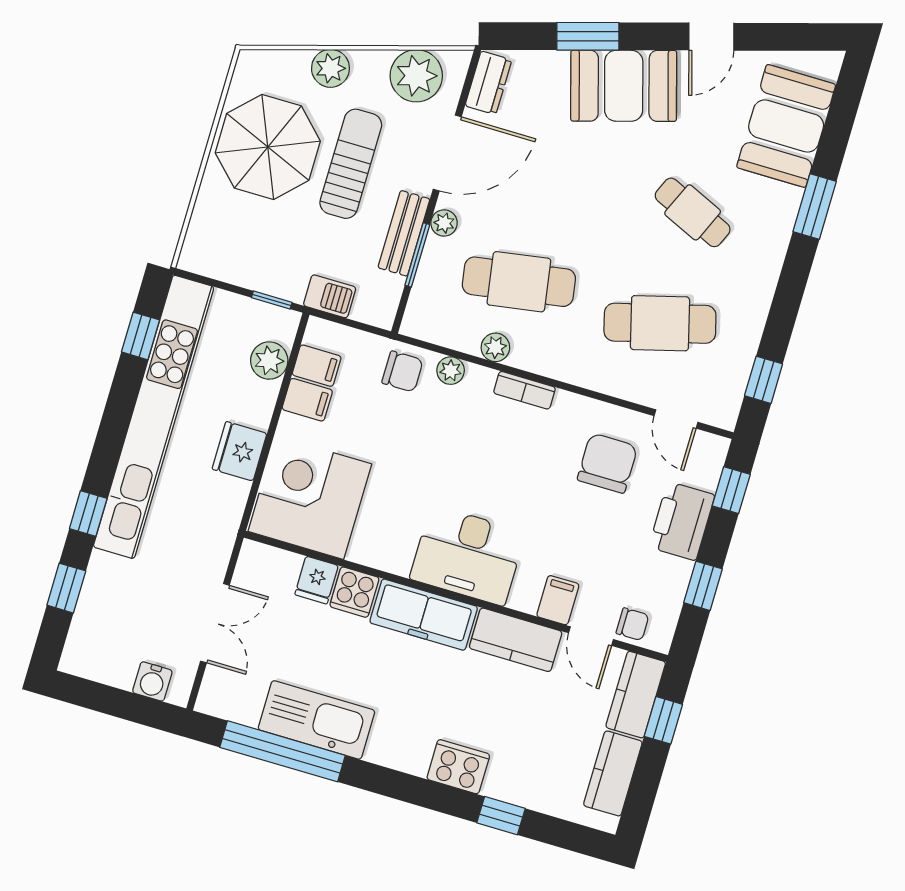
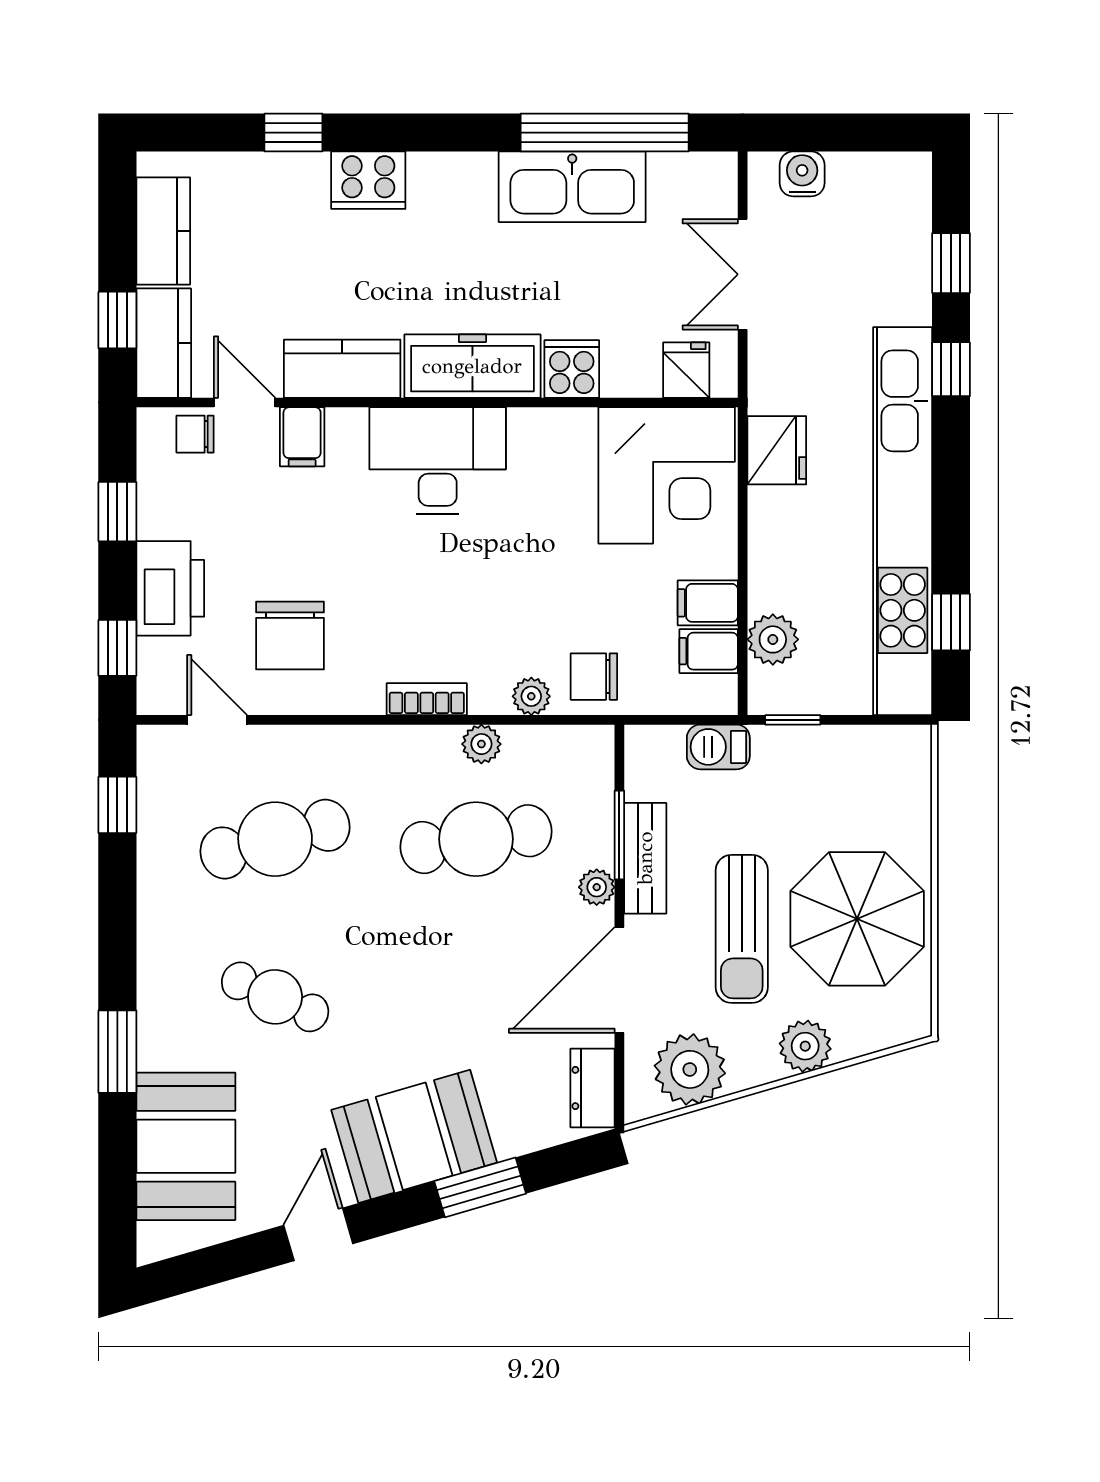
fridge: (239, 451) -> (777, 450), moved
fridge: (317, 580) -> (686, 370), moved

